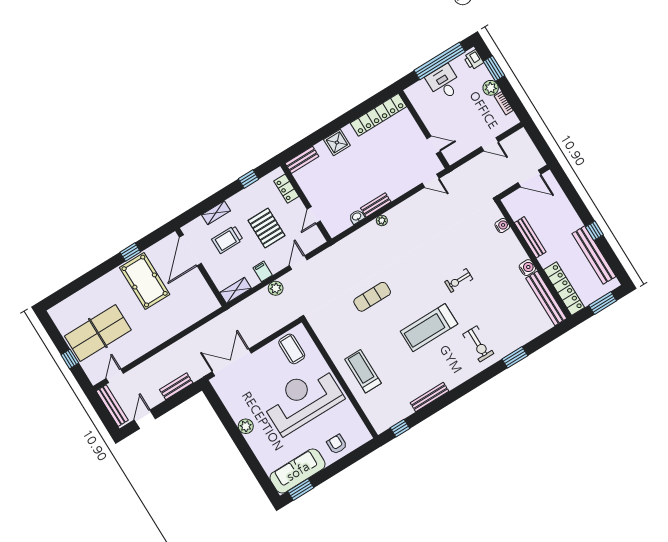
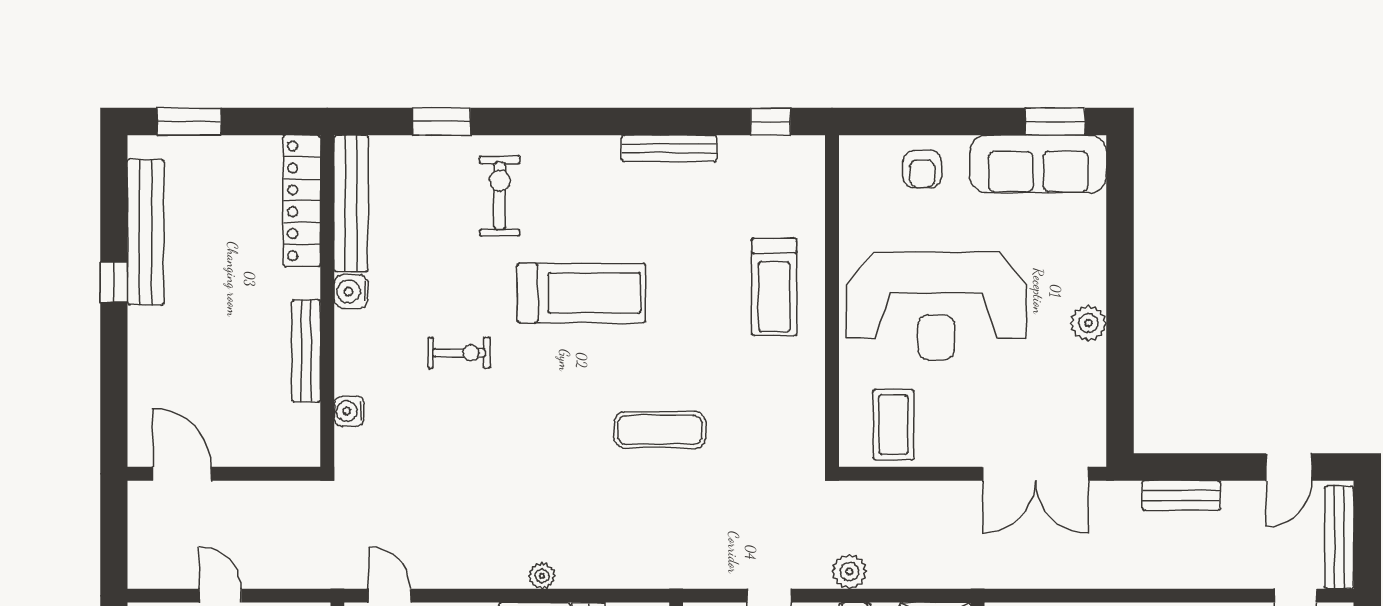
water cooler: (502, 226) -> (349, 411), moved
bench: (530, 237) -> (306, 351), moved
wall: (534, 259) -> (327, 301), moved
water cooler: (527, 268) -> (351, 291), moved
locker: (564, 289) -> (302, 201), moved
bench: (546, 298) -> (351, 203), moved

